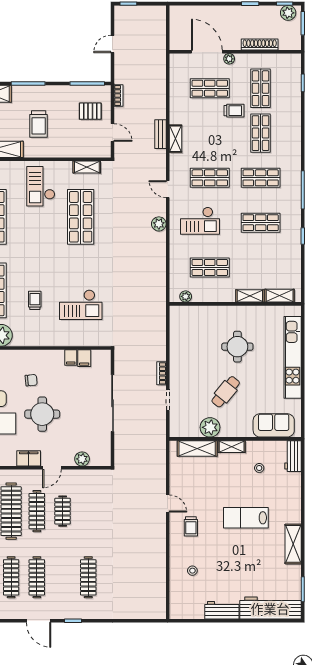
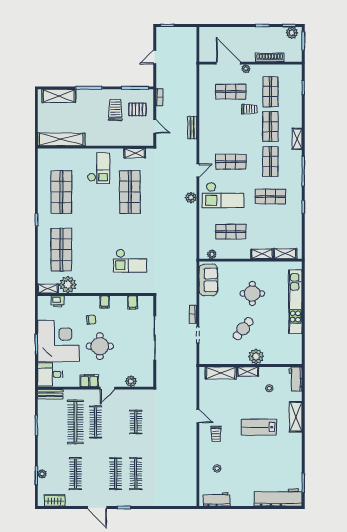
trolley: (39, 124) -> (115, 110), moved, turned 180
shelving: (176, 139) -> (297, 139), moved
shop shelf: (261, 178) -> (270, 162), turned 90
checkout: (41, 186) -> (99, 168), turned 180
door: (168, 189) -> (198, 170), swing flipped
checkout: (200, 221) -> (223, 195), width x1.36, depth x1.21
trolley: (35, 300) -> (94, 257), removed
filing cabinet: (71, 357) -> (105, 302), moved
sofa: (274, 425) -> (208, 280), moved, turned 90
plant: (210, 427) -> (256, 357), moved
clothes rail: (63, 511) -> (136, 422), moved
shelving: (293, 544) -> (296, 417), moved
clothes rail: (37, 577) -> (116, 474), moved
workbench: (222, 610) -> (217, 499), moved

